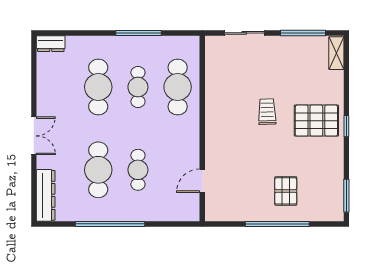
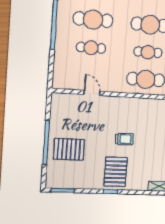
door: (202, 181) -> (92, 93), moved
pallet: (286, 191) -> (69, 149), width x1.50, depth x1.42

